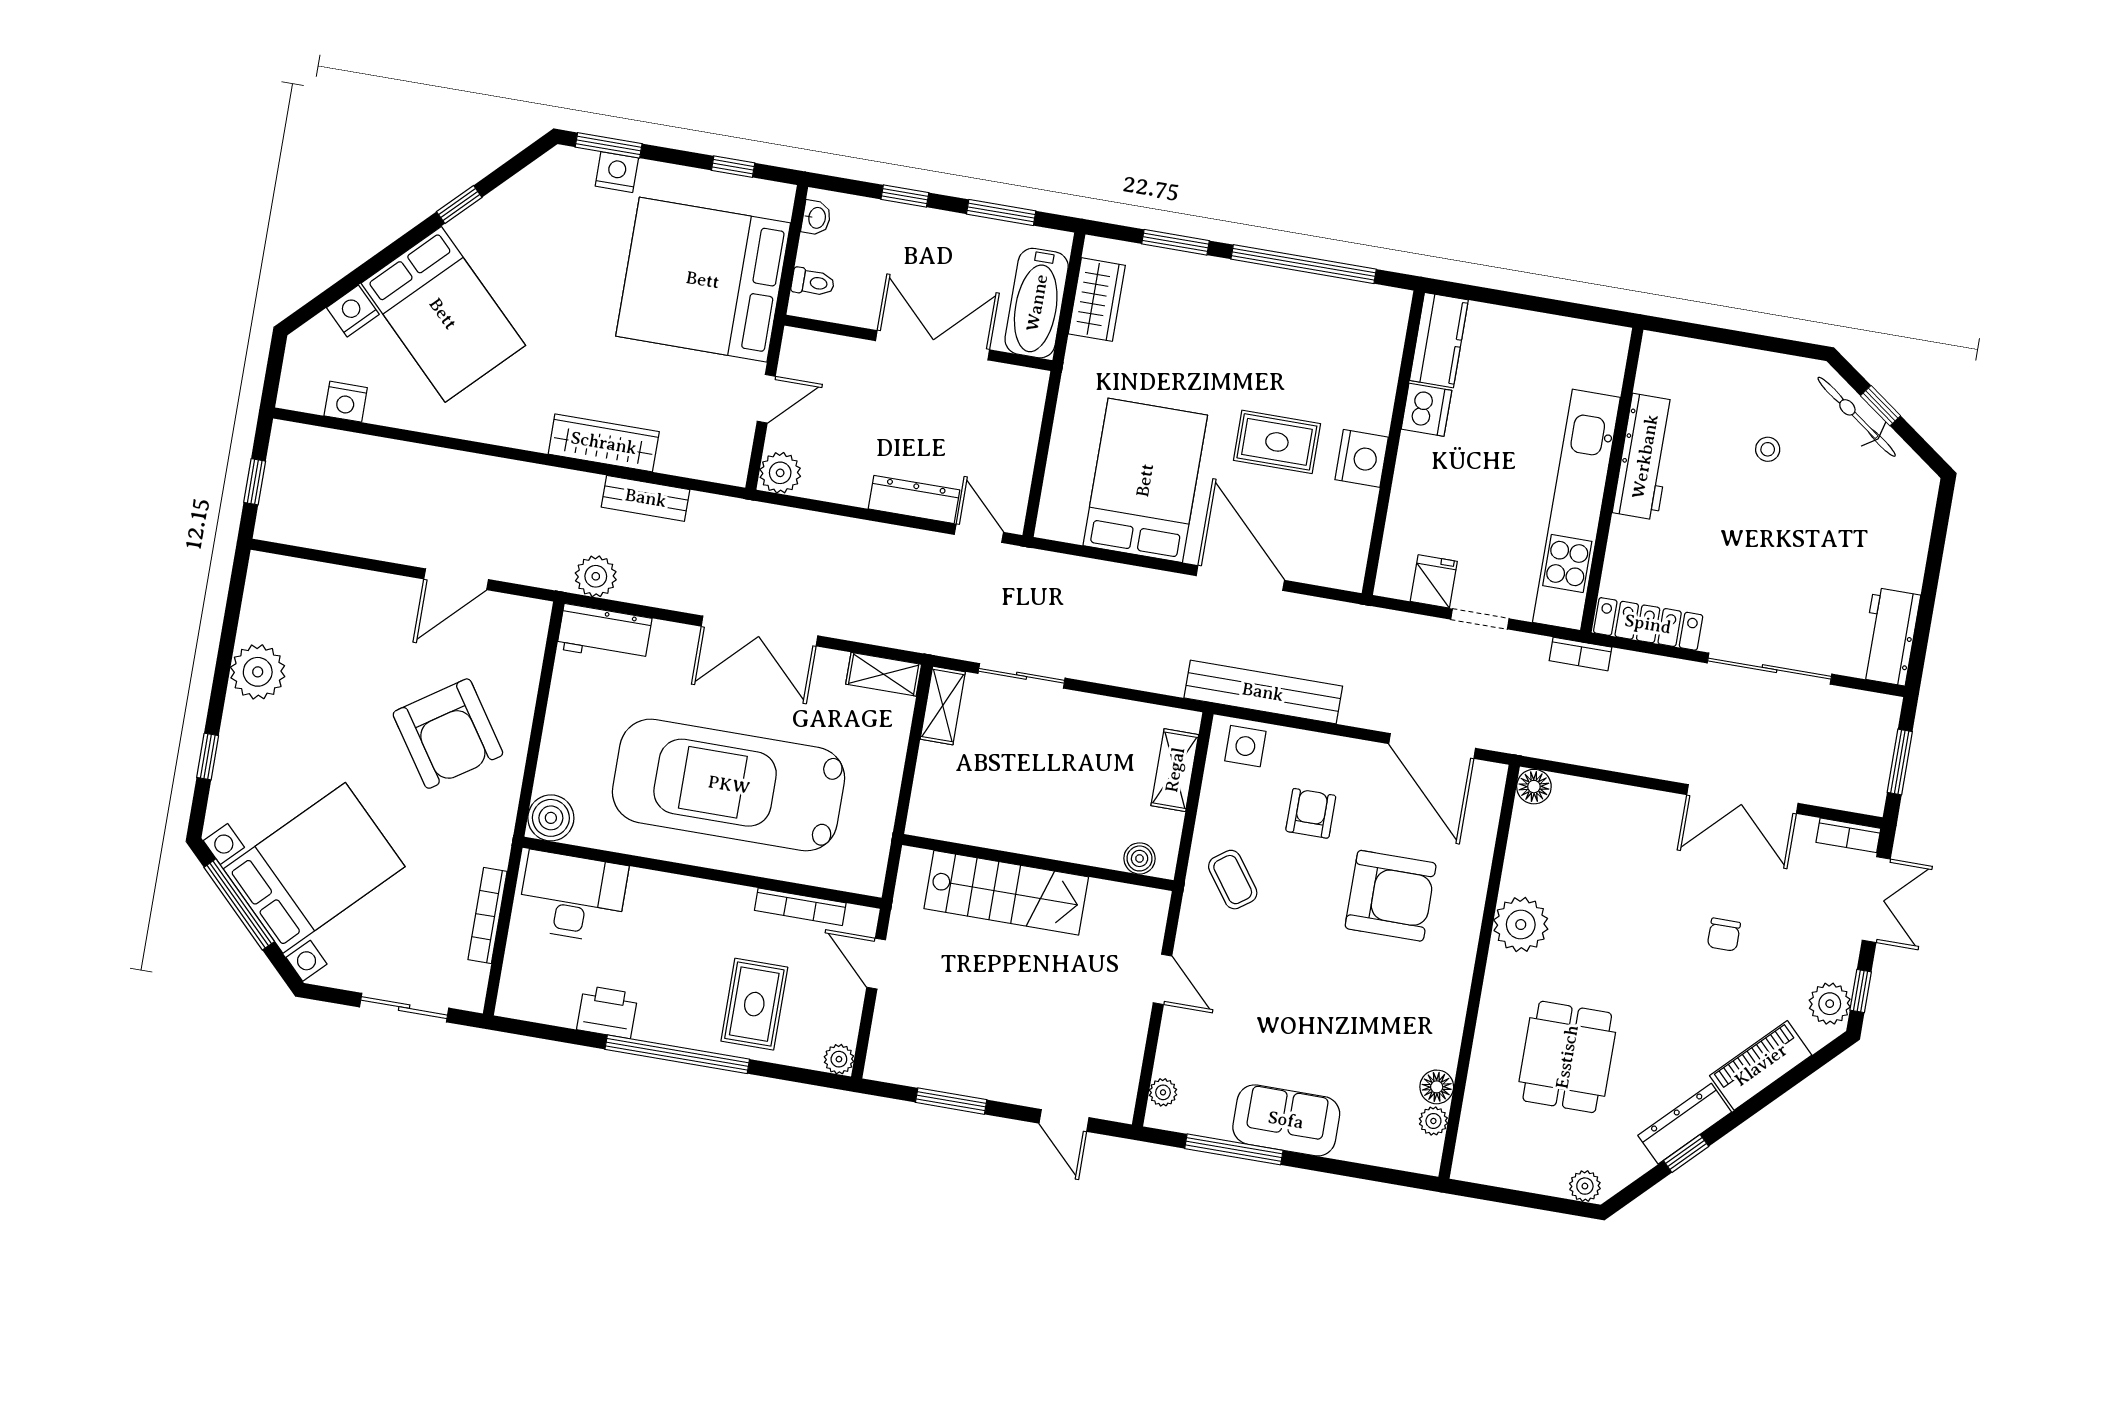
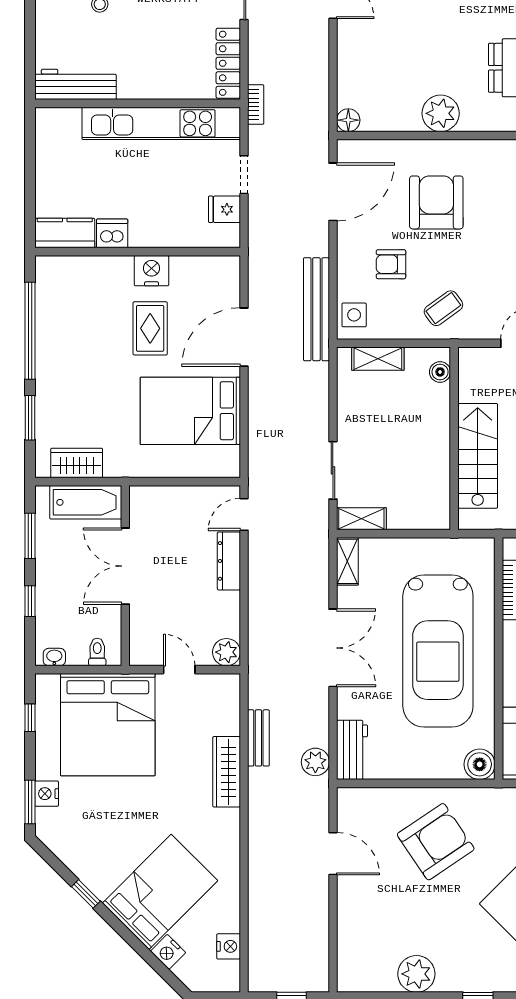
workbench: (1645, 457) -> (76, 84), moved

